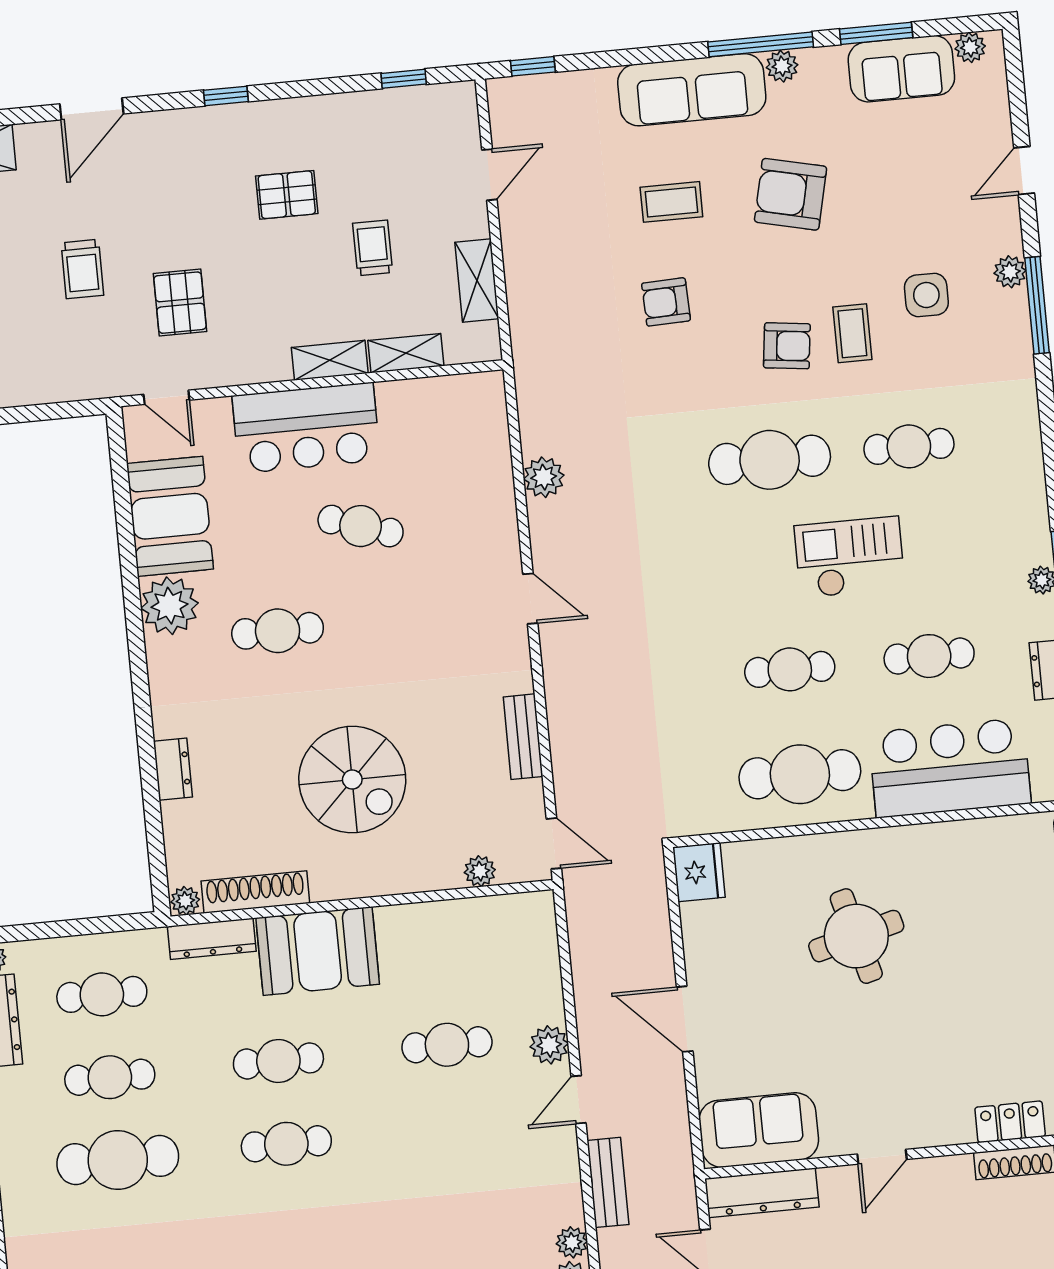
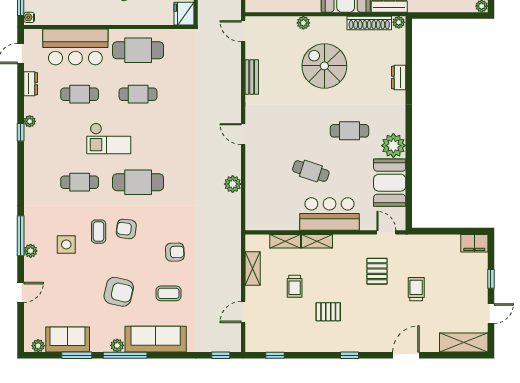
plant: (480, 871) -> (303, 23), moved

